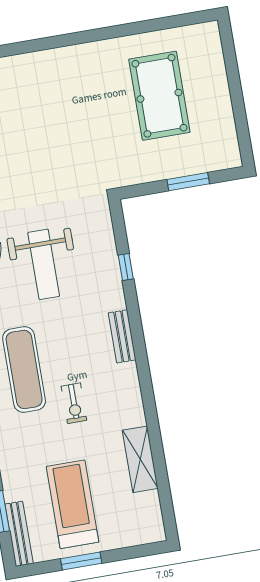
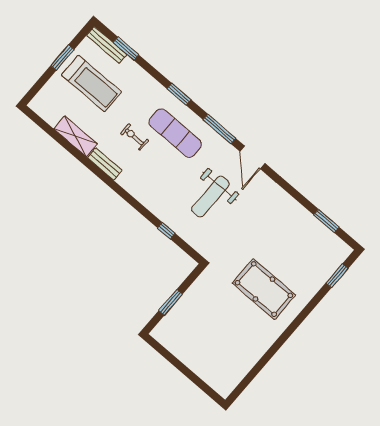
pool table: (159, 96) -> (264, 289), moved
weight bench: (44, 264) -> (210, 197), turned -90
bench: (122, 336) -> (105, 164), moved

